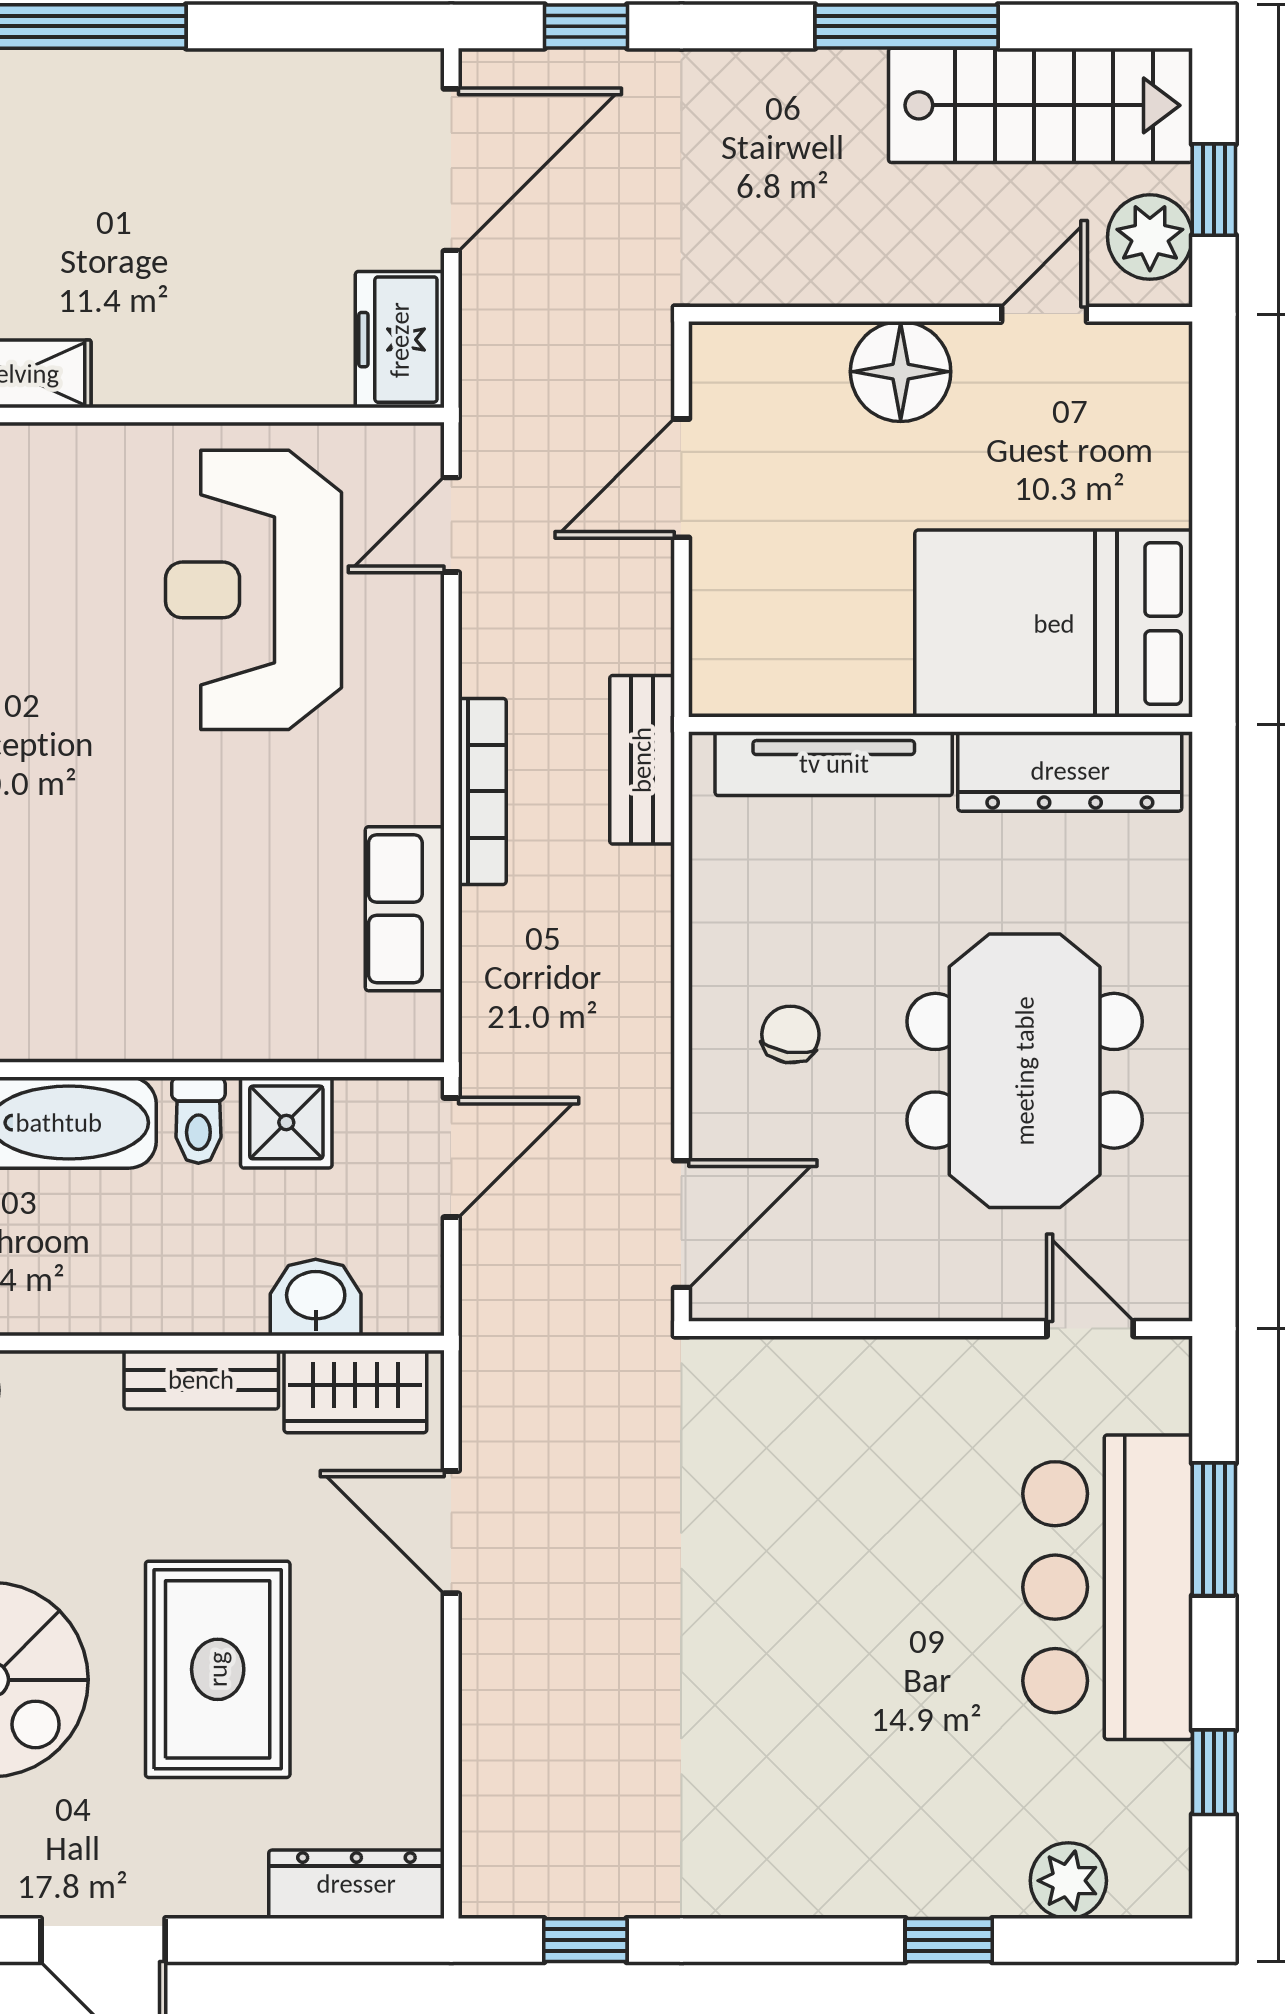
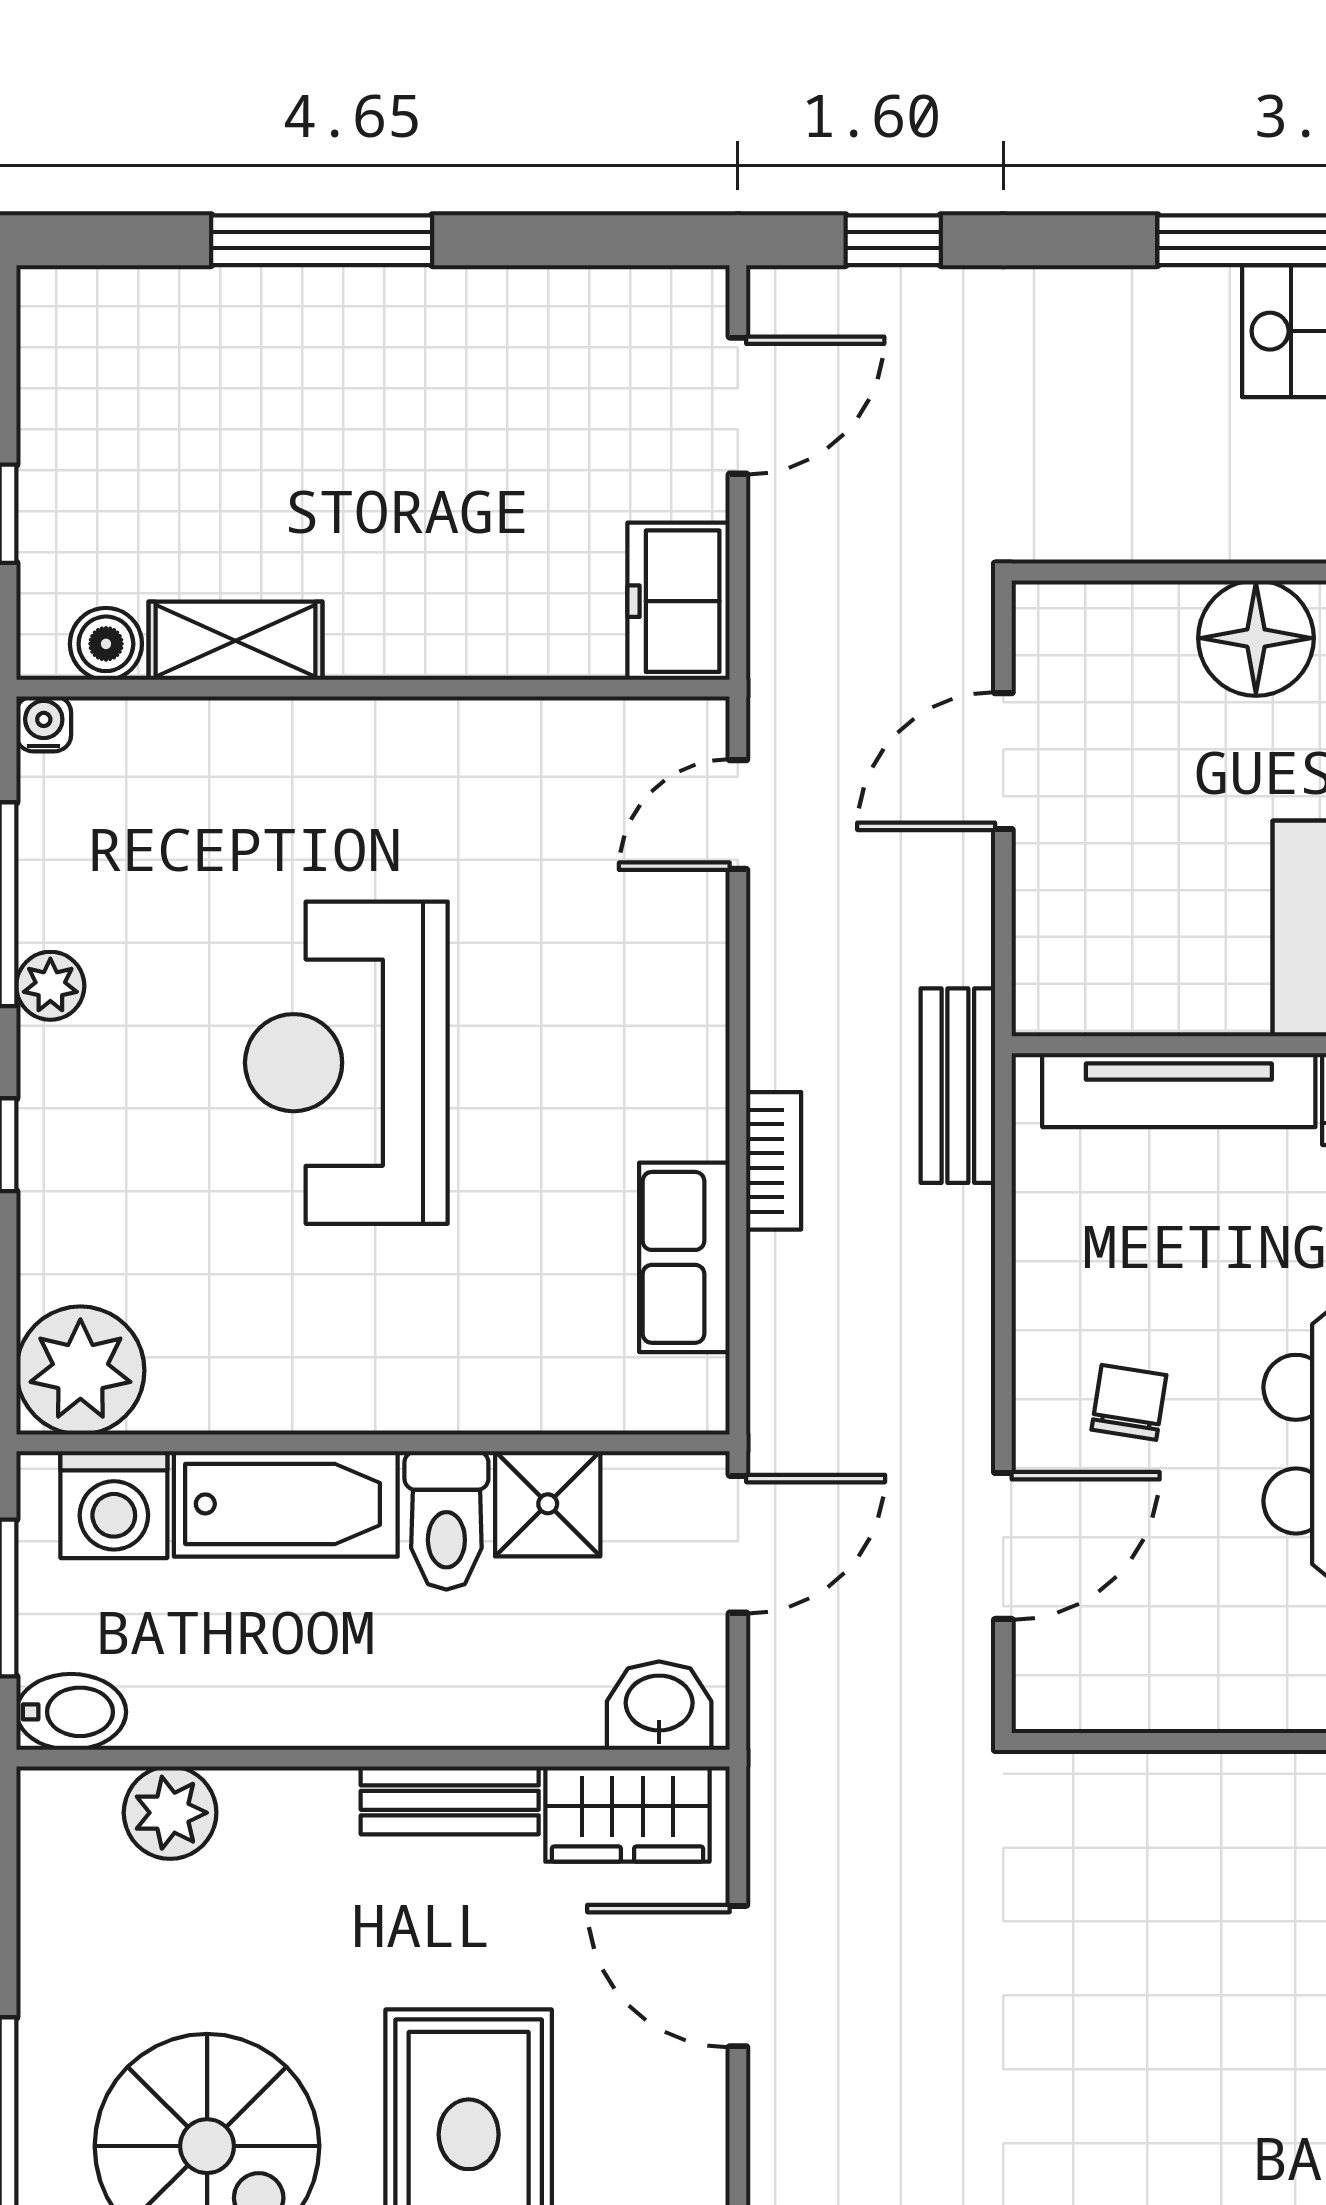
door: (451, 170) -> (738, 406), width x0.73
reception desk: (254, 590) -> (346, 1063), moved
bookcase: (482, 791) -> (774, 1161), width x0.64
toilet: (198, 1120) -> (446, 1520), width x1.37, depth x1.39
door: (681, 1224) -> (1003, 1546), moved
washbasin: (316, 1298) -> (659, 1706), moved

